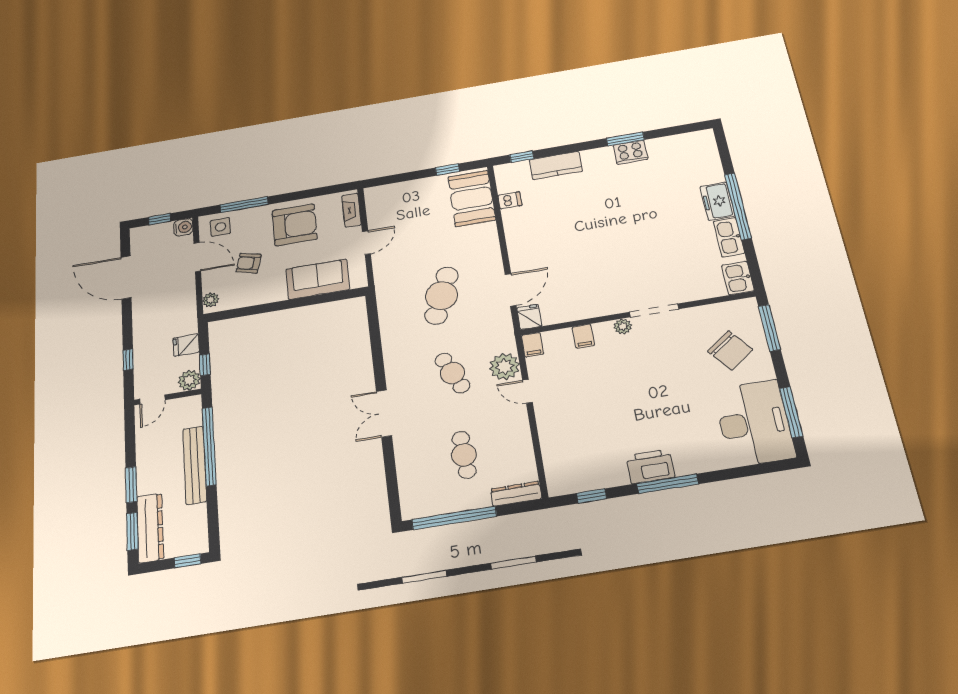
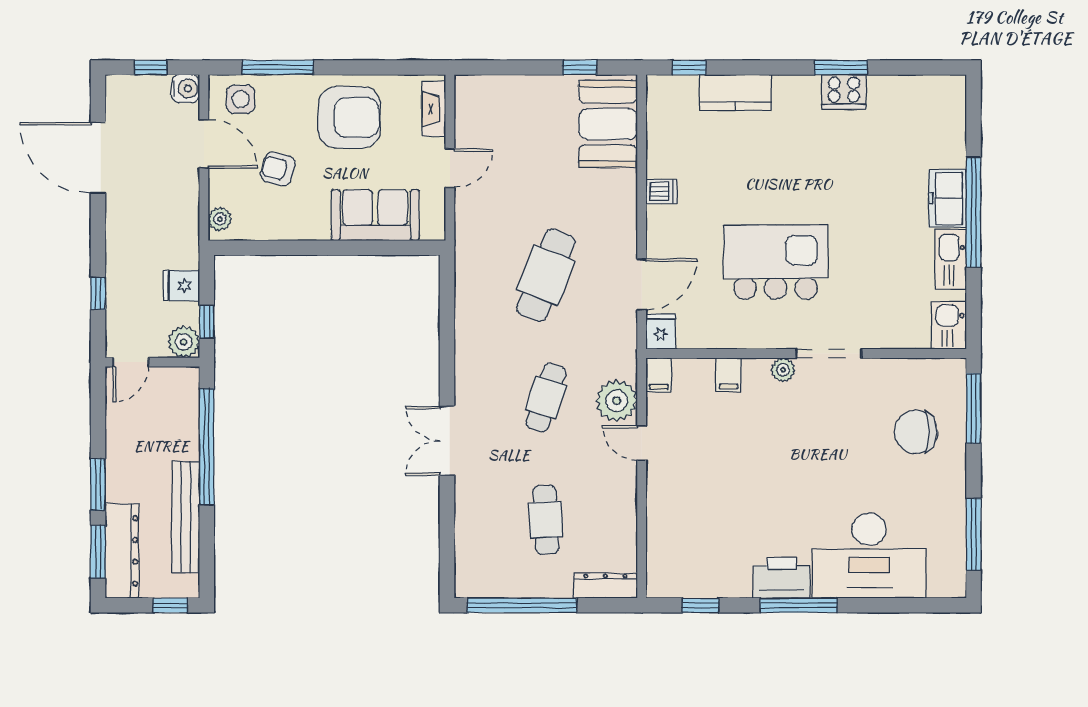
dishwasher: (510, 200) -> (662, 192), moved
kitchen island: (604, 260) -> (776, 262), added
chair: (730, 350) -> (916, 432), turned 127
cafe table: (452, 373) -> (546, 398), turned 42
desk: (754, 423) -> (869, 556), moved, turned 90
bench: (195, 465) -> (186, 517), moved

